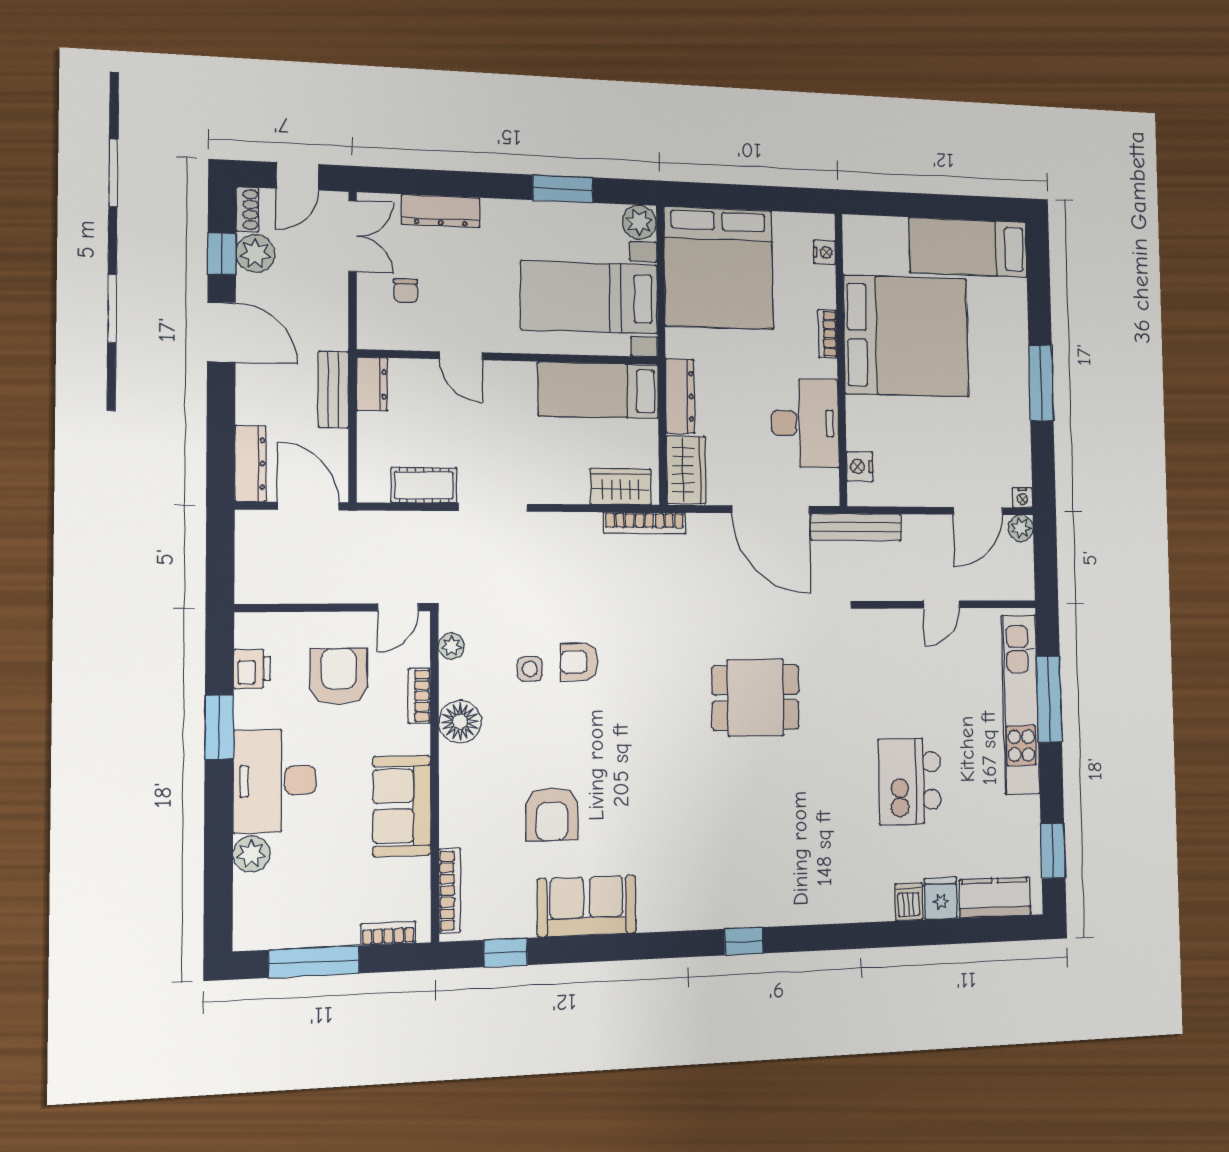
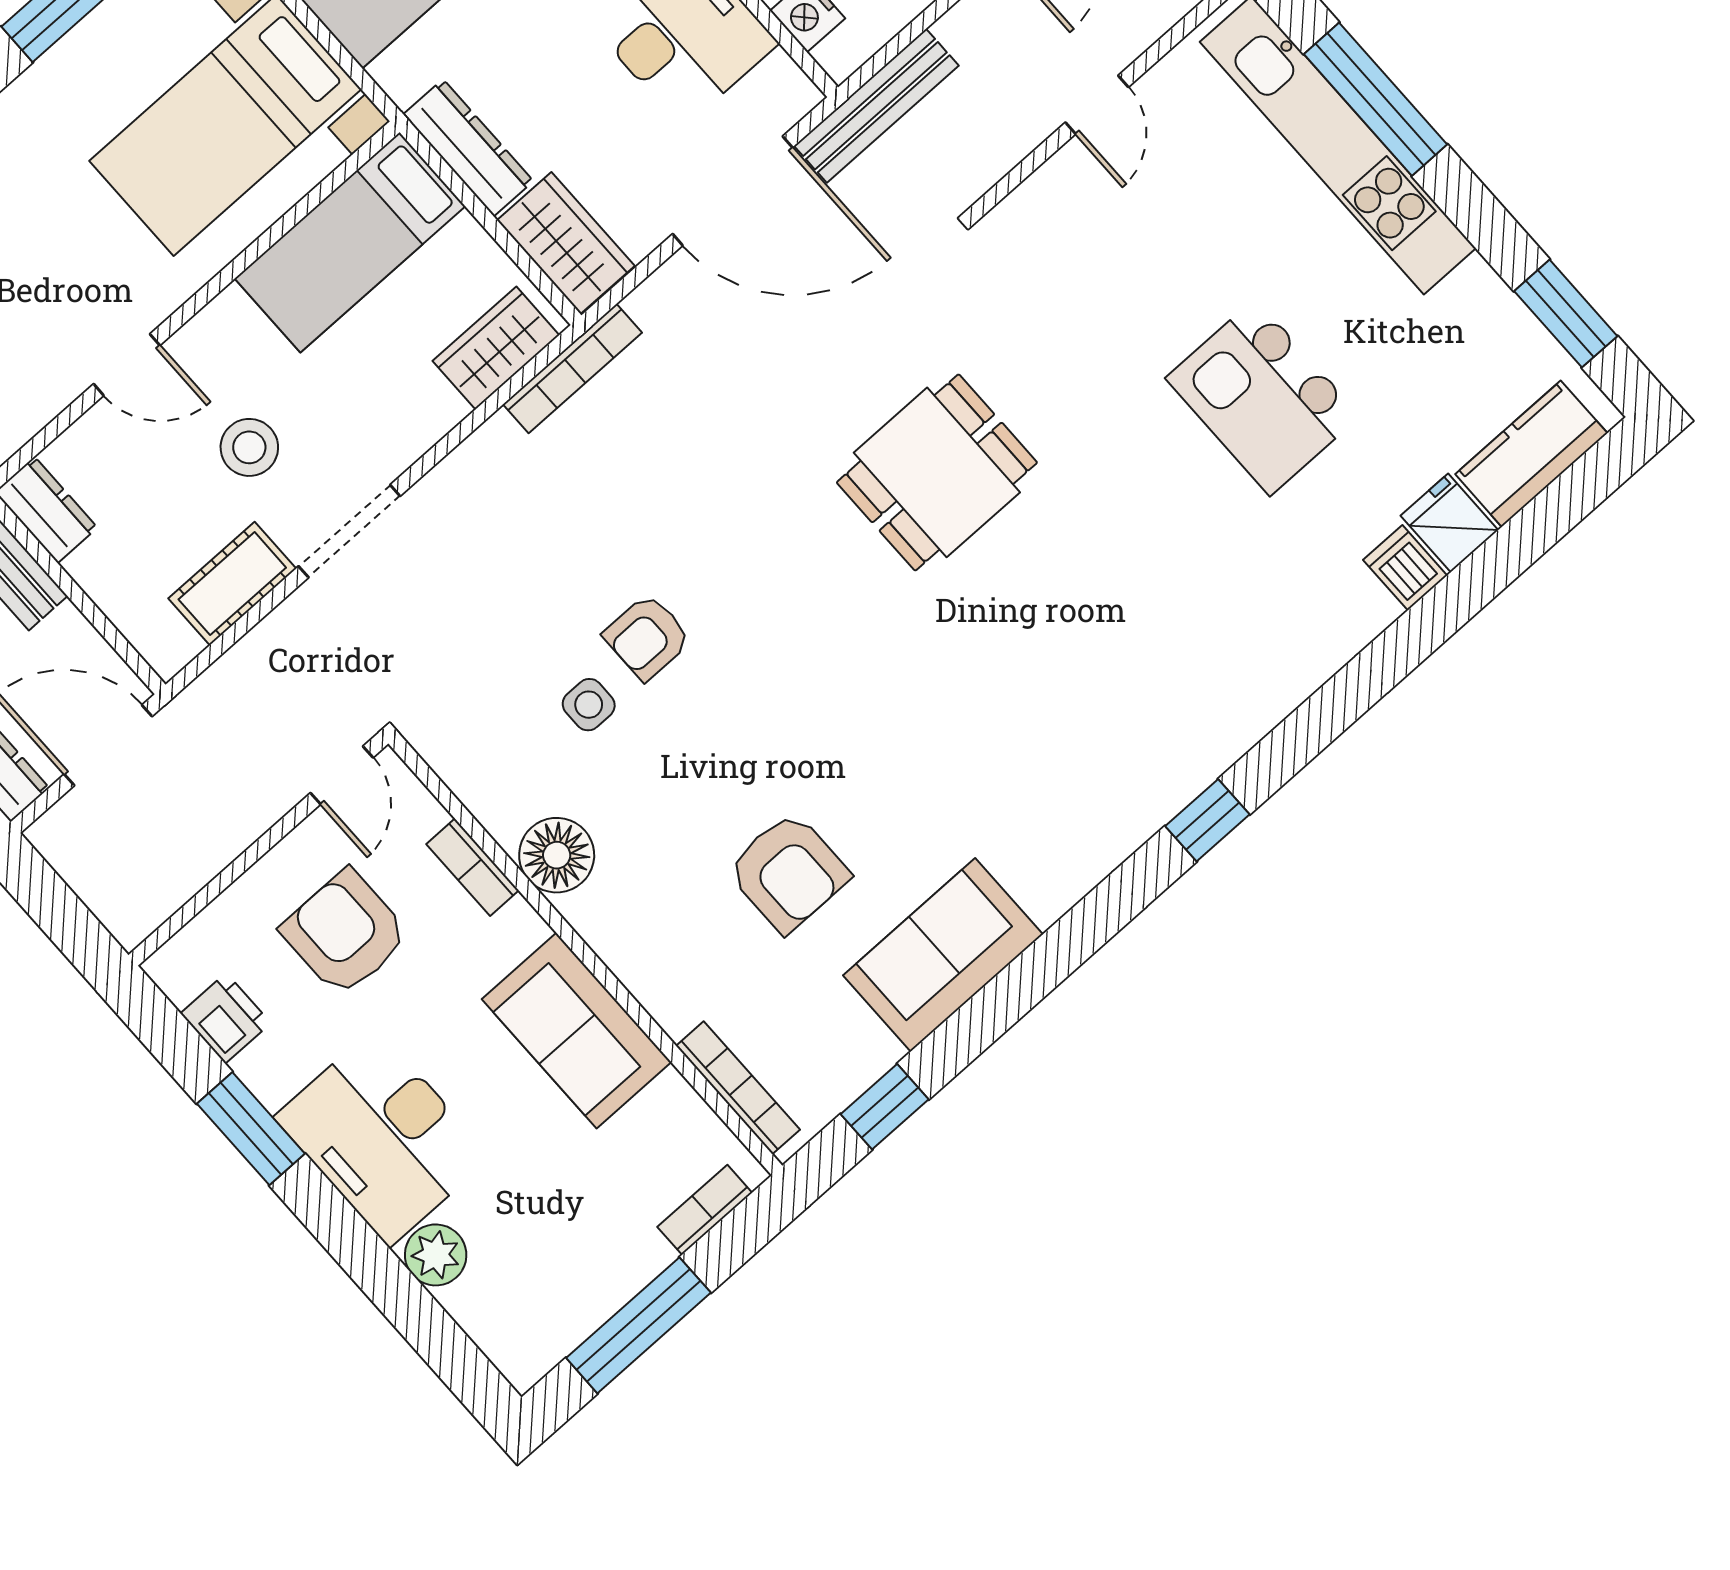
stool: (482, 436) -> (249, 447), added
plant: (451, 646) -> (457, 765), removed

